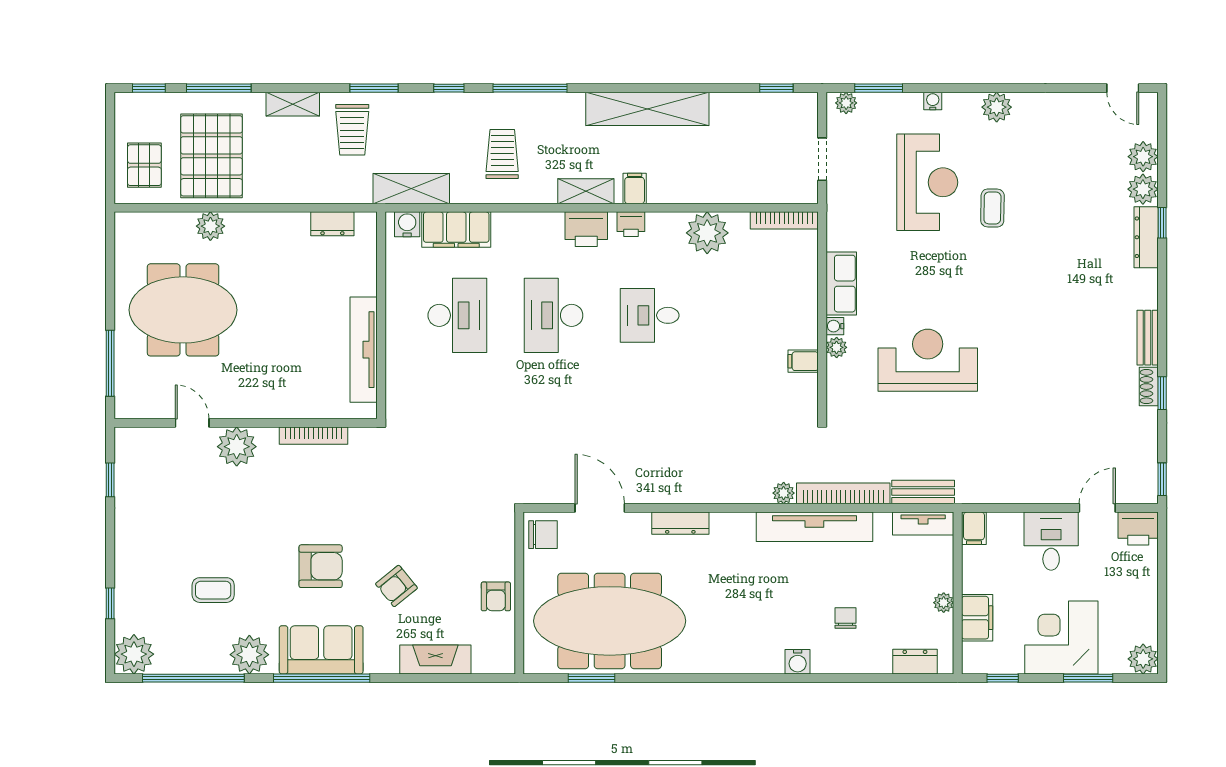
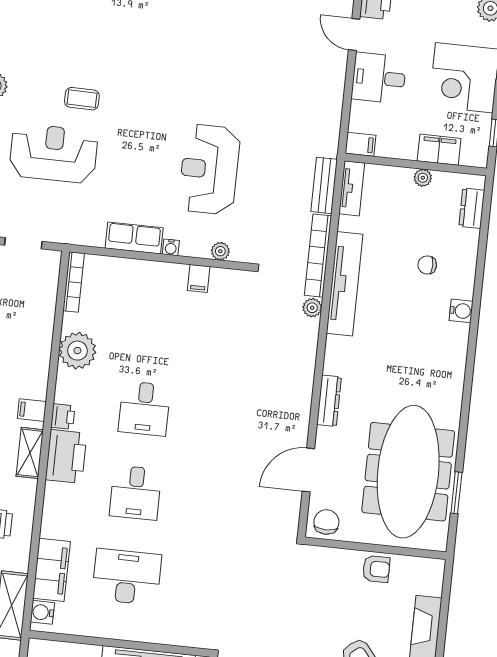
printer: (586, 229) -> (66, 456), width x1.37, depth x1.19
desk: (553, 315) -> (136, 493), width x0.73
plant: (837, 347) -> (220, 251), moved

